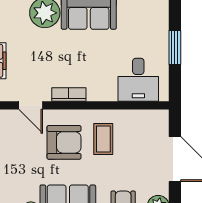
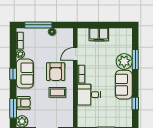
desk: (138, 80) -> (89, 95), moved

